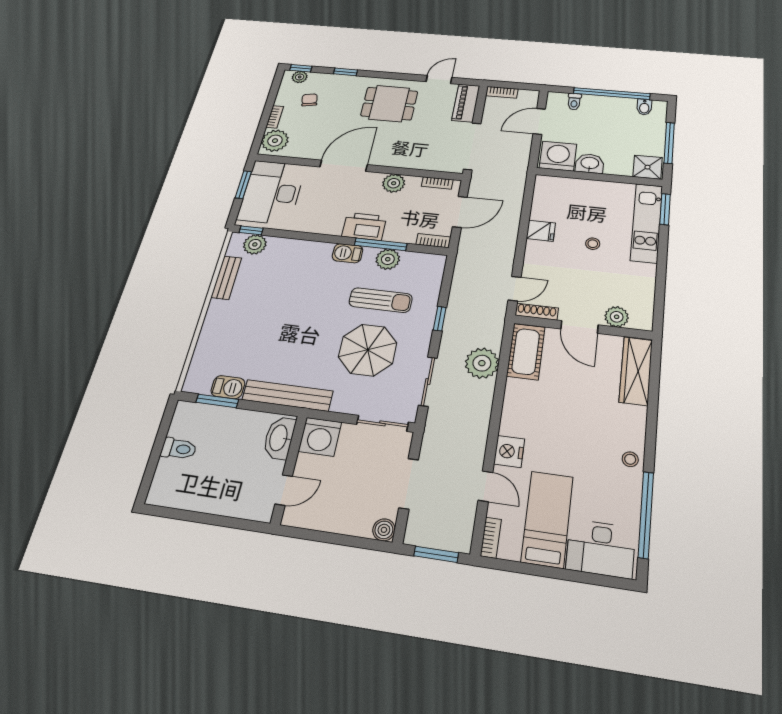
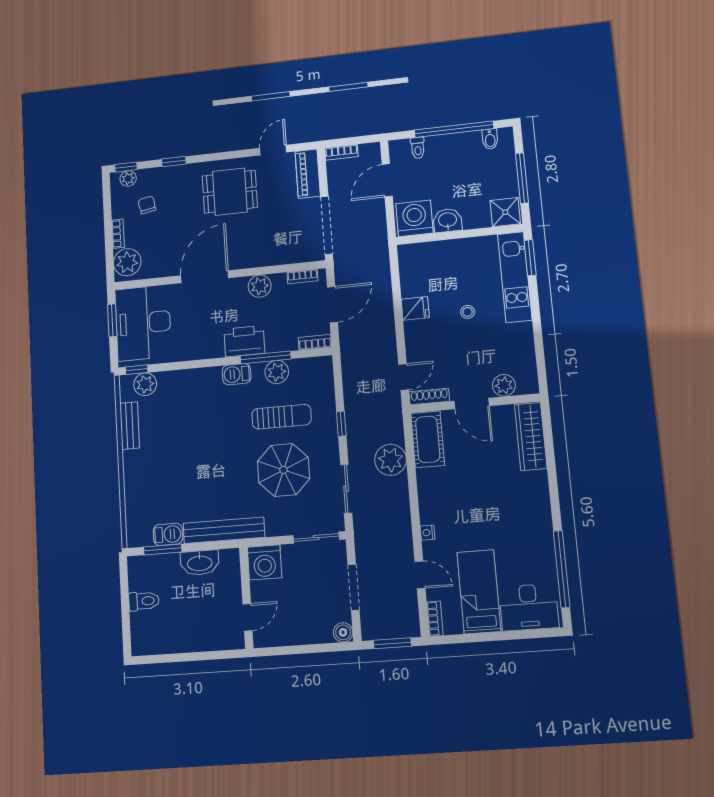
washbasin: (279, 438) -> (200, 563), moved, turned -90
nightstand: (509, 451) -> (428, 533), width x0.53, depth x0.56
stool: (630, 459) -> (540, 522), removed

